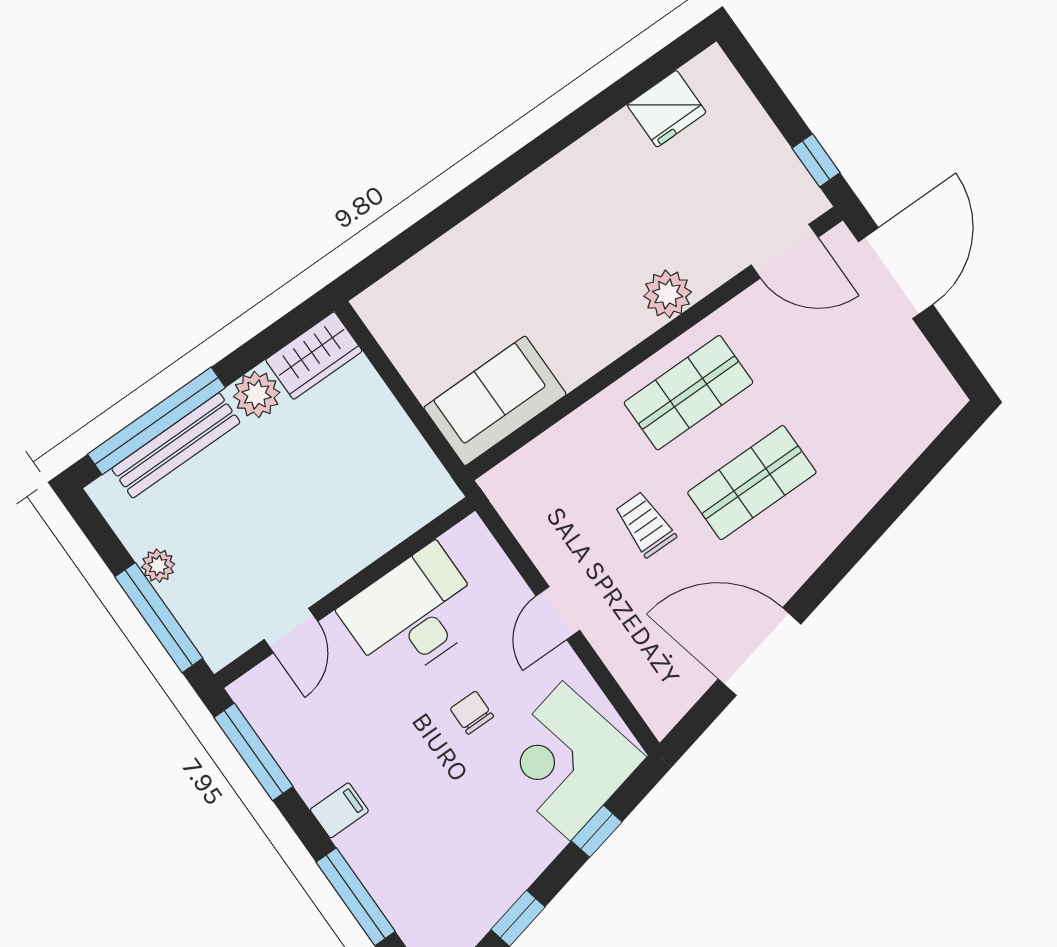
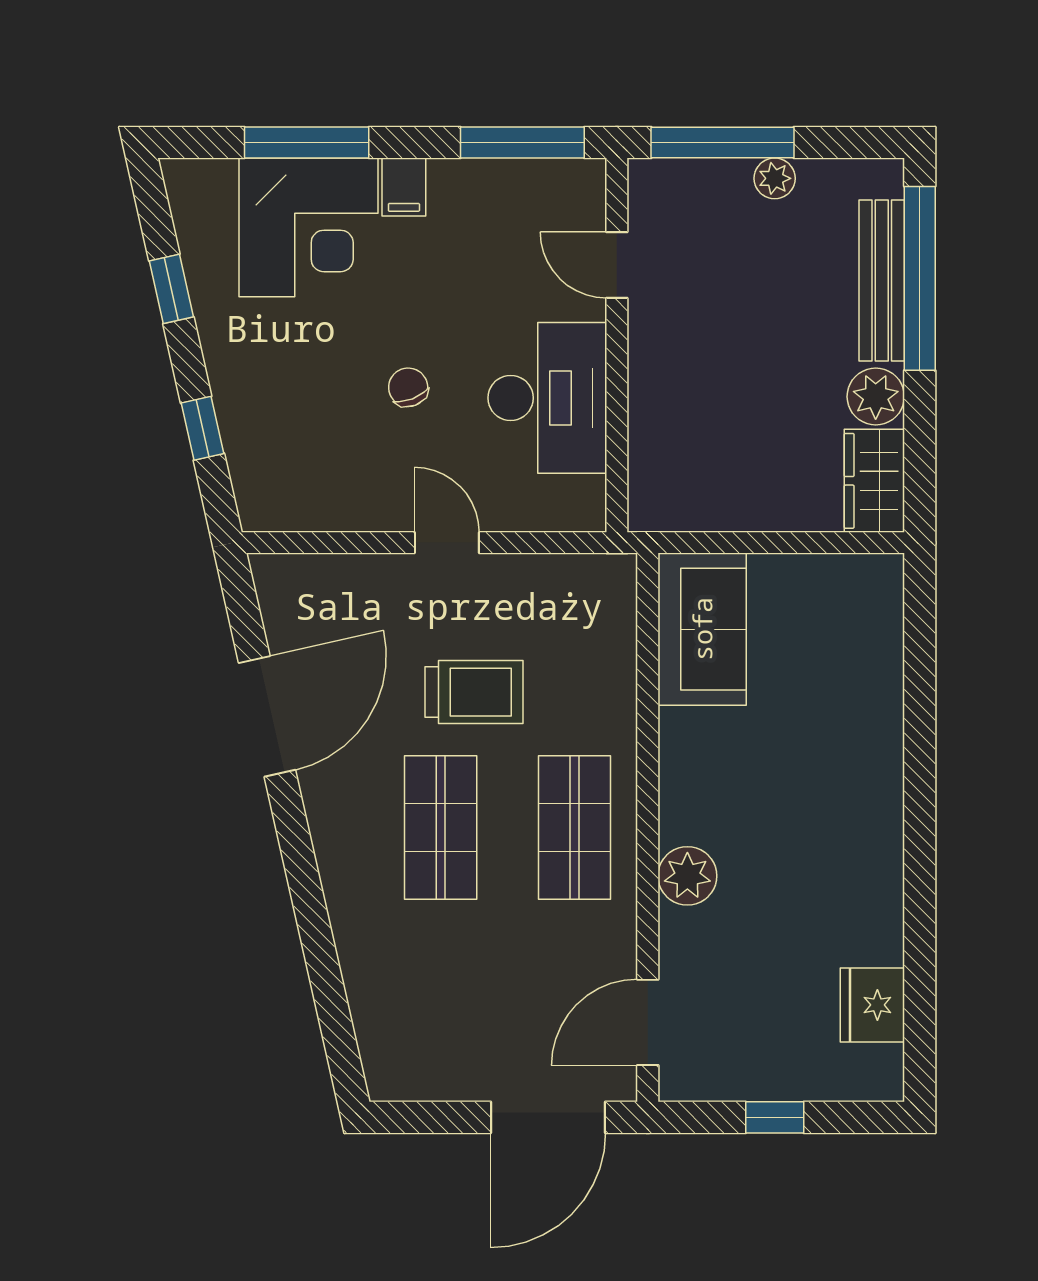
window: (816, 160) -> (775, 1117), moved
door: (896, 273) -> (548, 1117), hinge flipped
trolley: (645, 524) -> (474, 692), width x1.36, depth x1.39
chair: (472, 713) -> (408, 387), turned -111
corner desk: (566, 761) -> (309, 227), moved, turned 103

